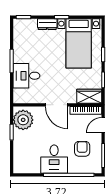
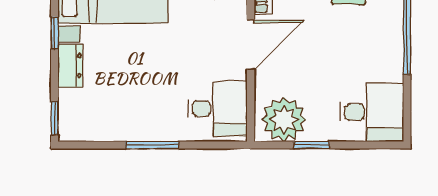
desk: (26, 76) -> (218, 109), moved, turned -90
desk: (54, 159) -> (372, 112), moved

